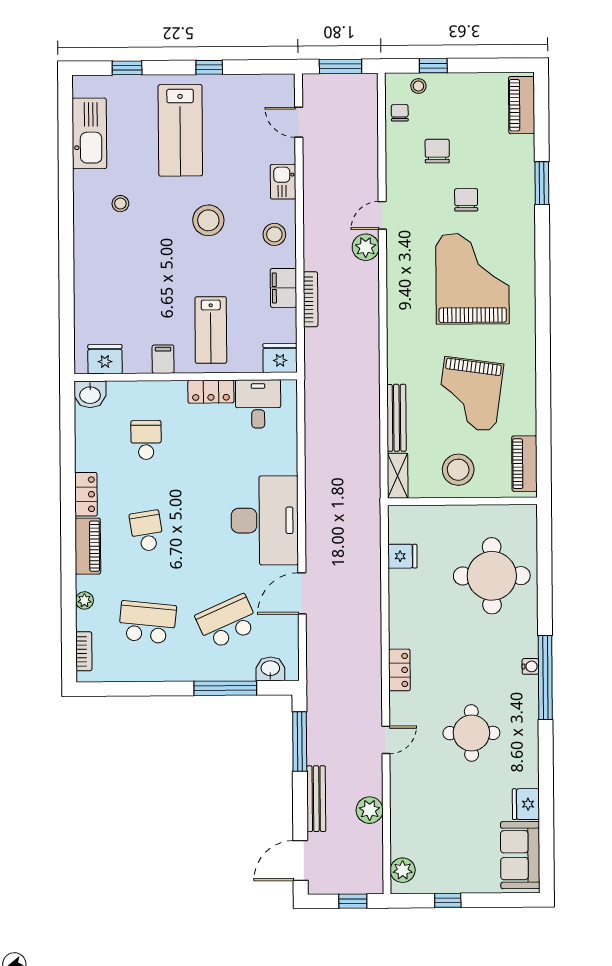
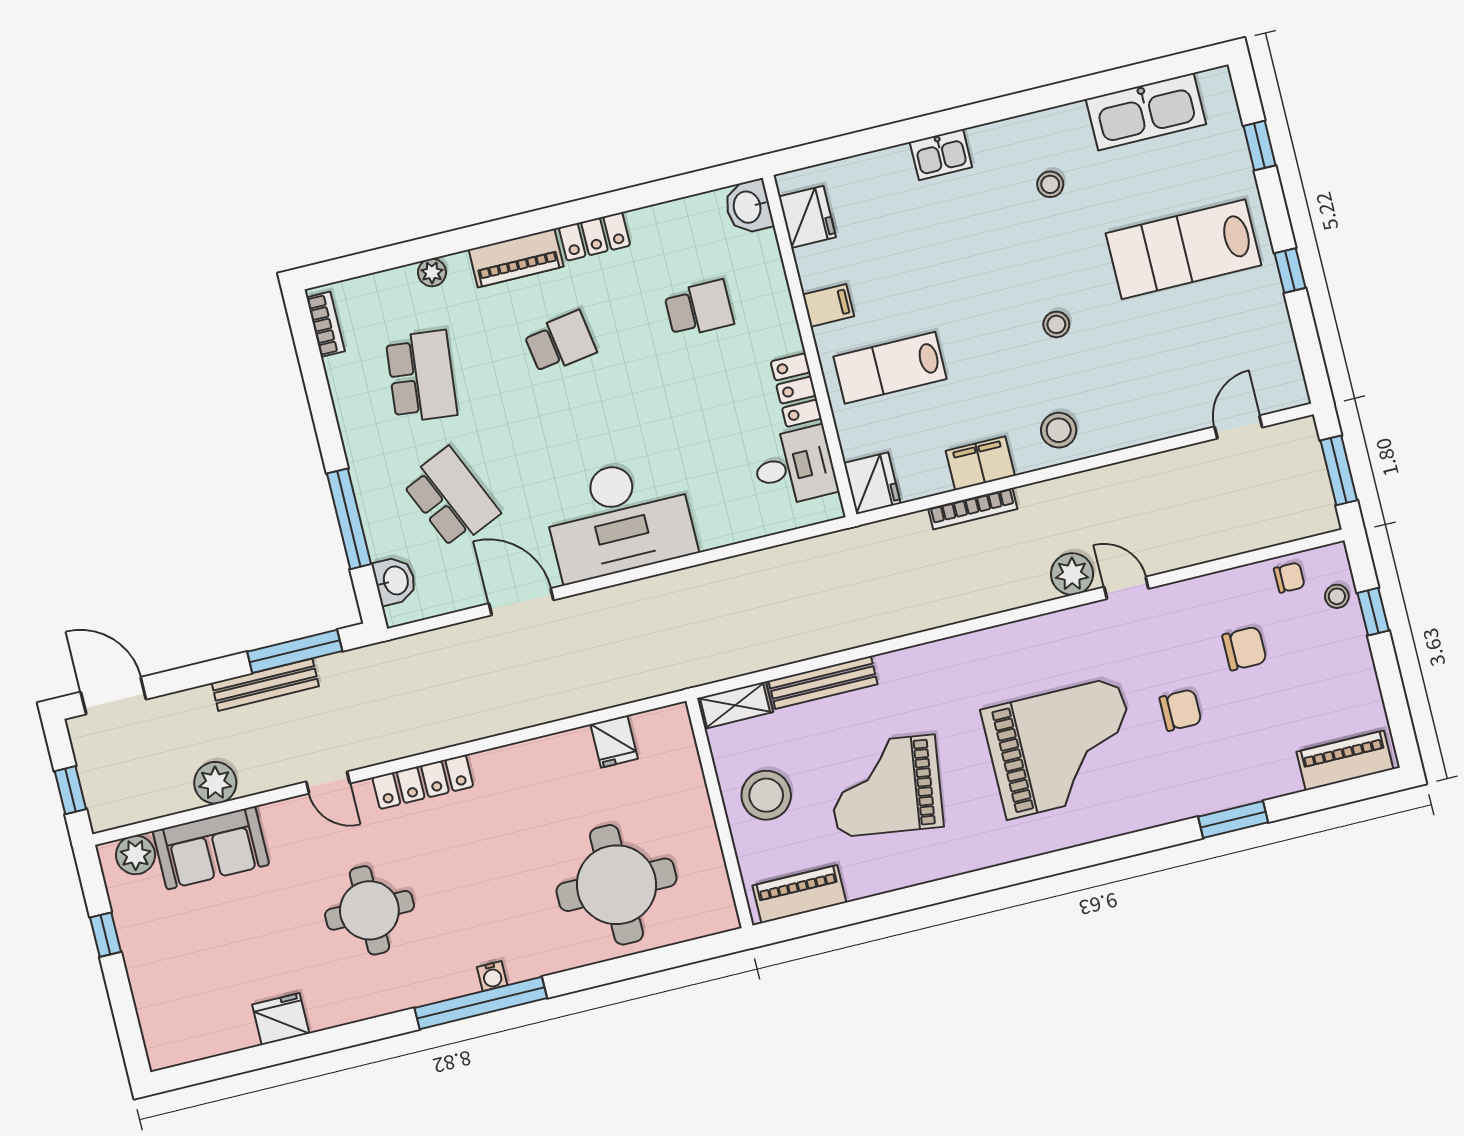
kitchen sink: (283, 182) -> (941, 155), moved, turned 180
stool: (208, 220) -> (1056, 324), width x0.53, depth x0.53
bookcase: (84, 651) -> (325, 324), moved, turned -90
locker: (399, 670) -> (423, 782), width x1.53
bench: (316, 799) -> (265, 685), moved
sofa: (520, 855) -> (211, 848), moved, turned 180

